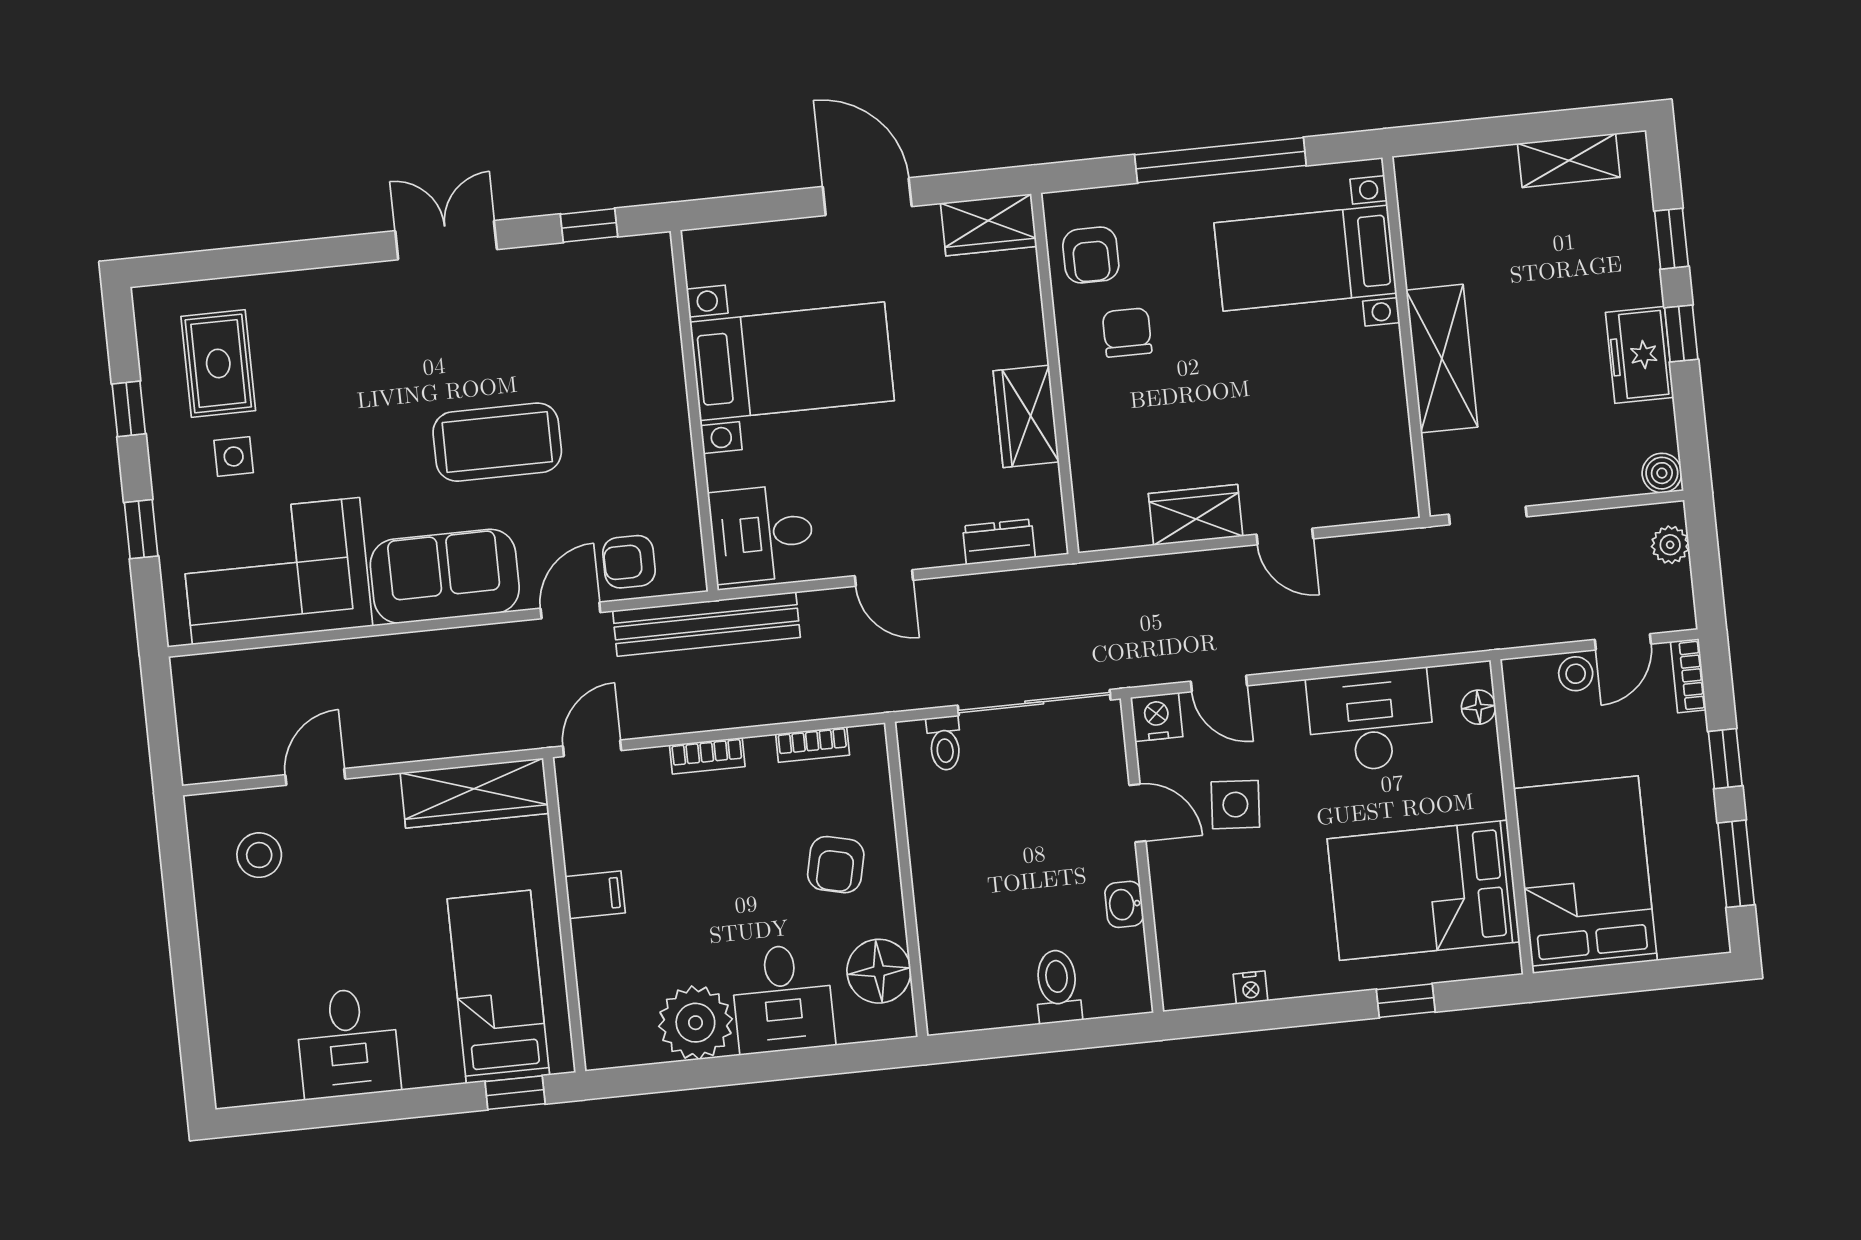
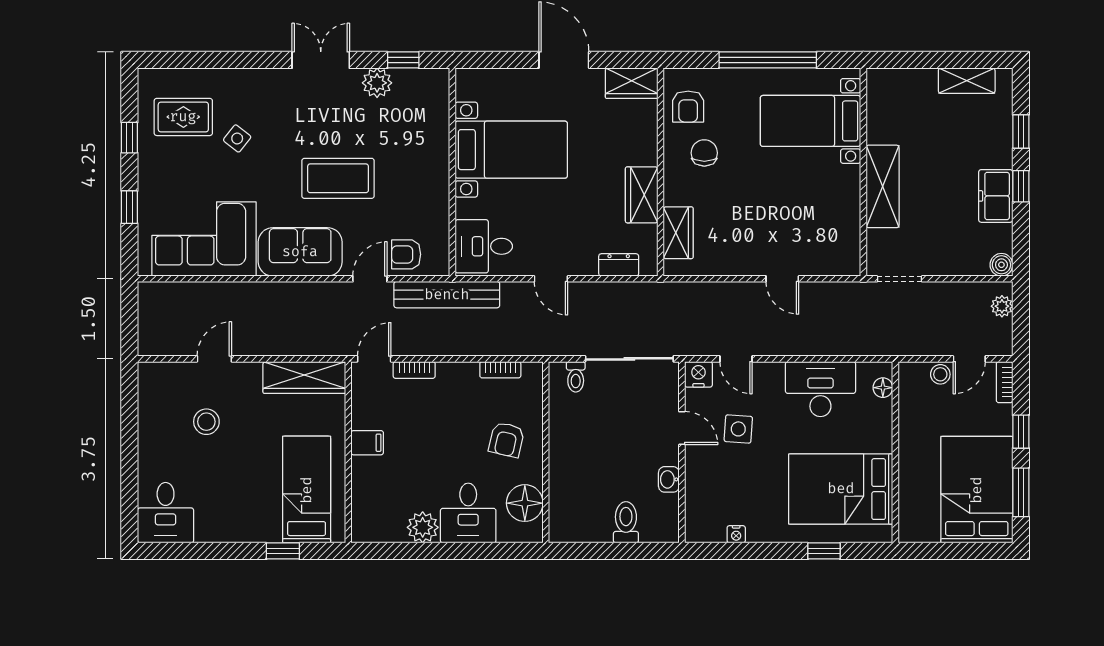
plant: (548, 270) -> (377, 83), added
rug: (218, 363) -> (183, 117), turned 90
side table: (234, 456) -> (237, 138), moved, turned 38
wardrobe: (1196, 515) -> (678, 233), moved, turned 90
bookcase: (707, 756) -> (414, 370), moved
stool: (259, 855) -> (206, 422), moved
bed: (1585, 875) -> (977, 490), moved
plant: (695, 1023) -> (423, 527), width x0.73, depth x0.73
desk: (348, 1043) -> (166, 513), moved
window: (515, 1093) -> (283, 551), moved

